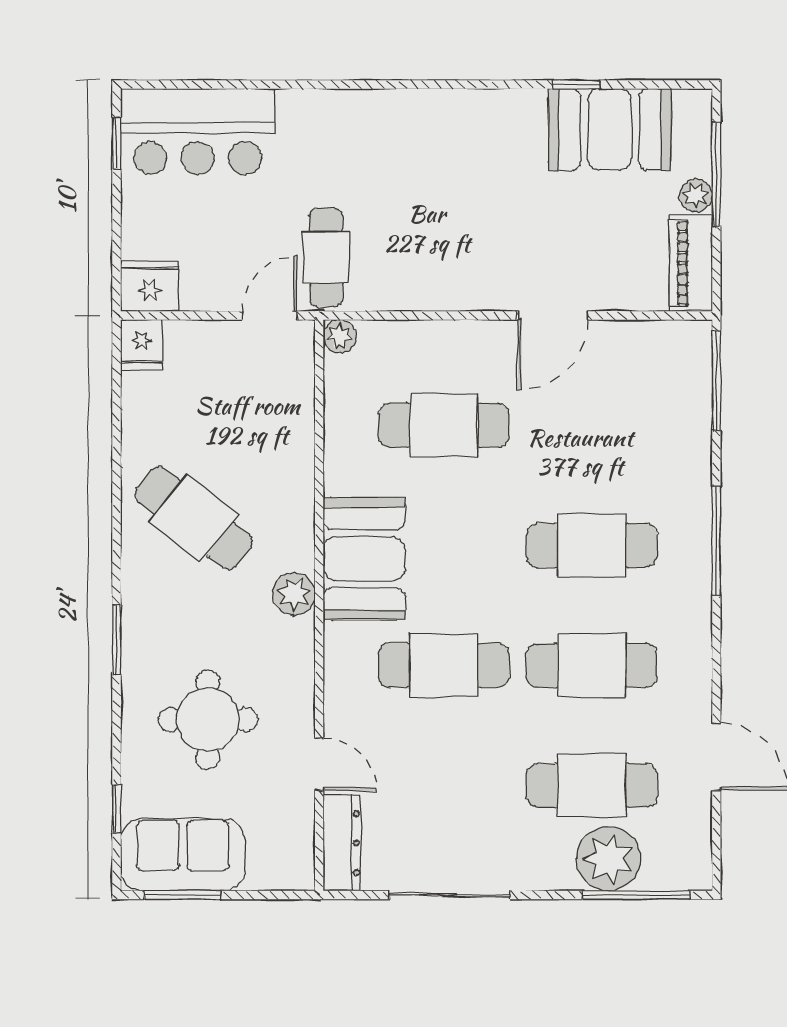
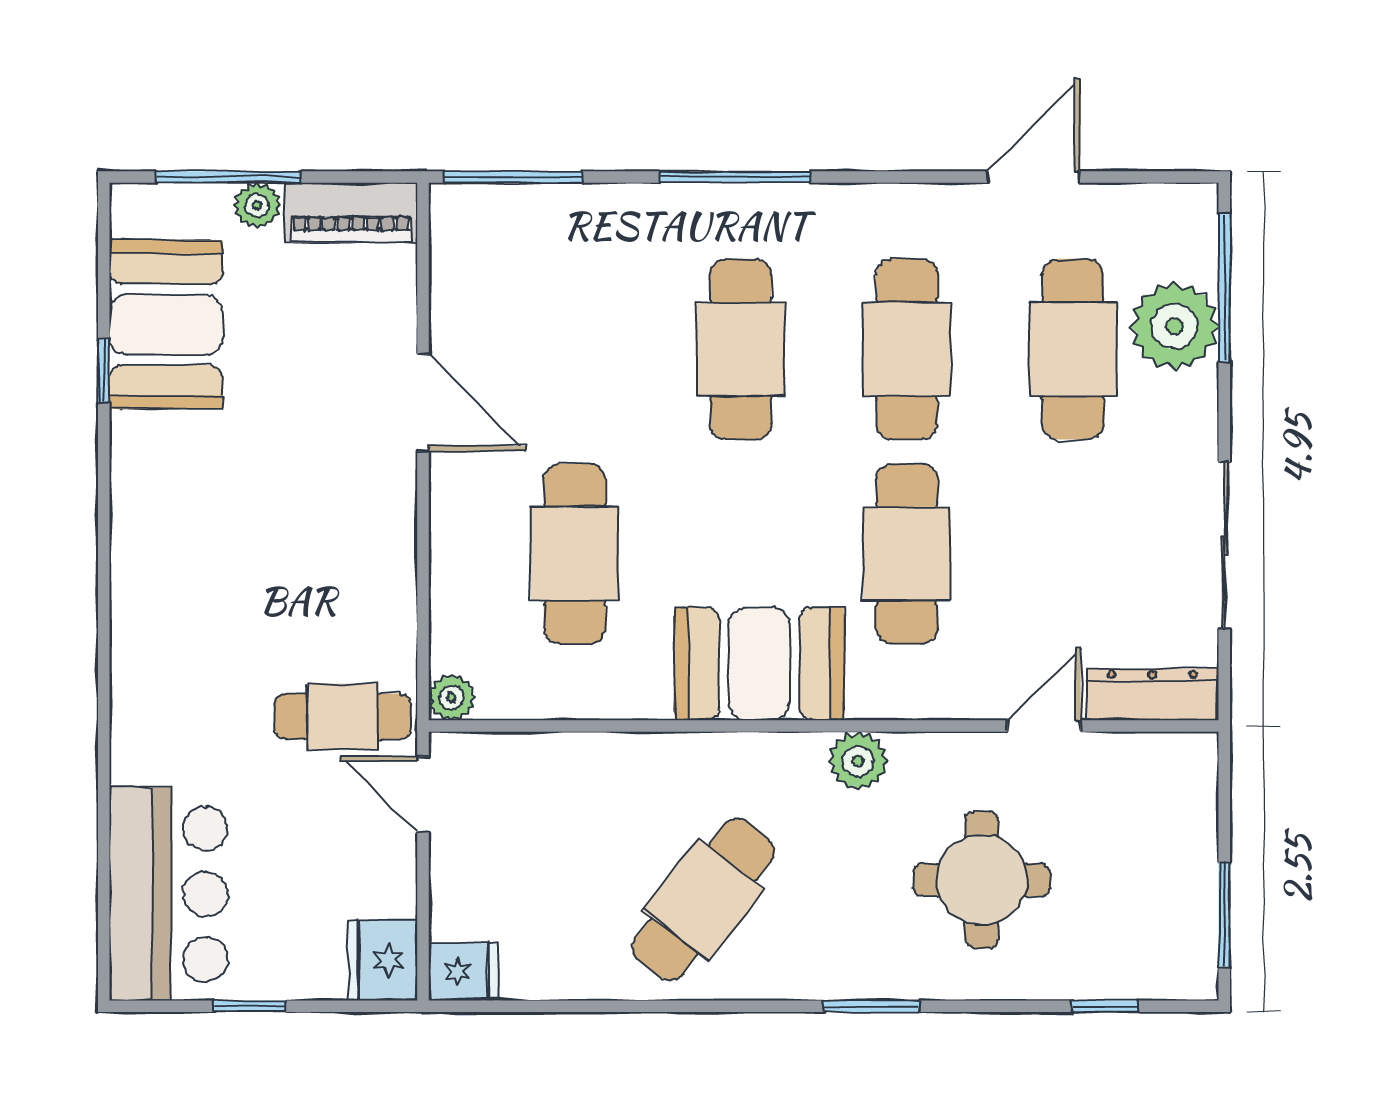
window: (117, 143) -> (250, 1006), moved
plant: (294, 594) -> (858, 761), moved
sofa: (183, 855) -> (1169, 915), removed

